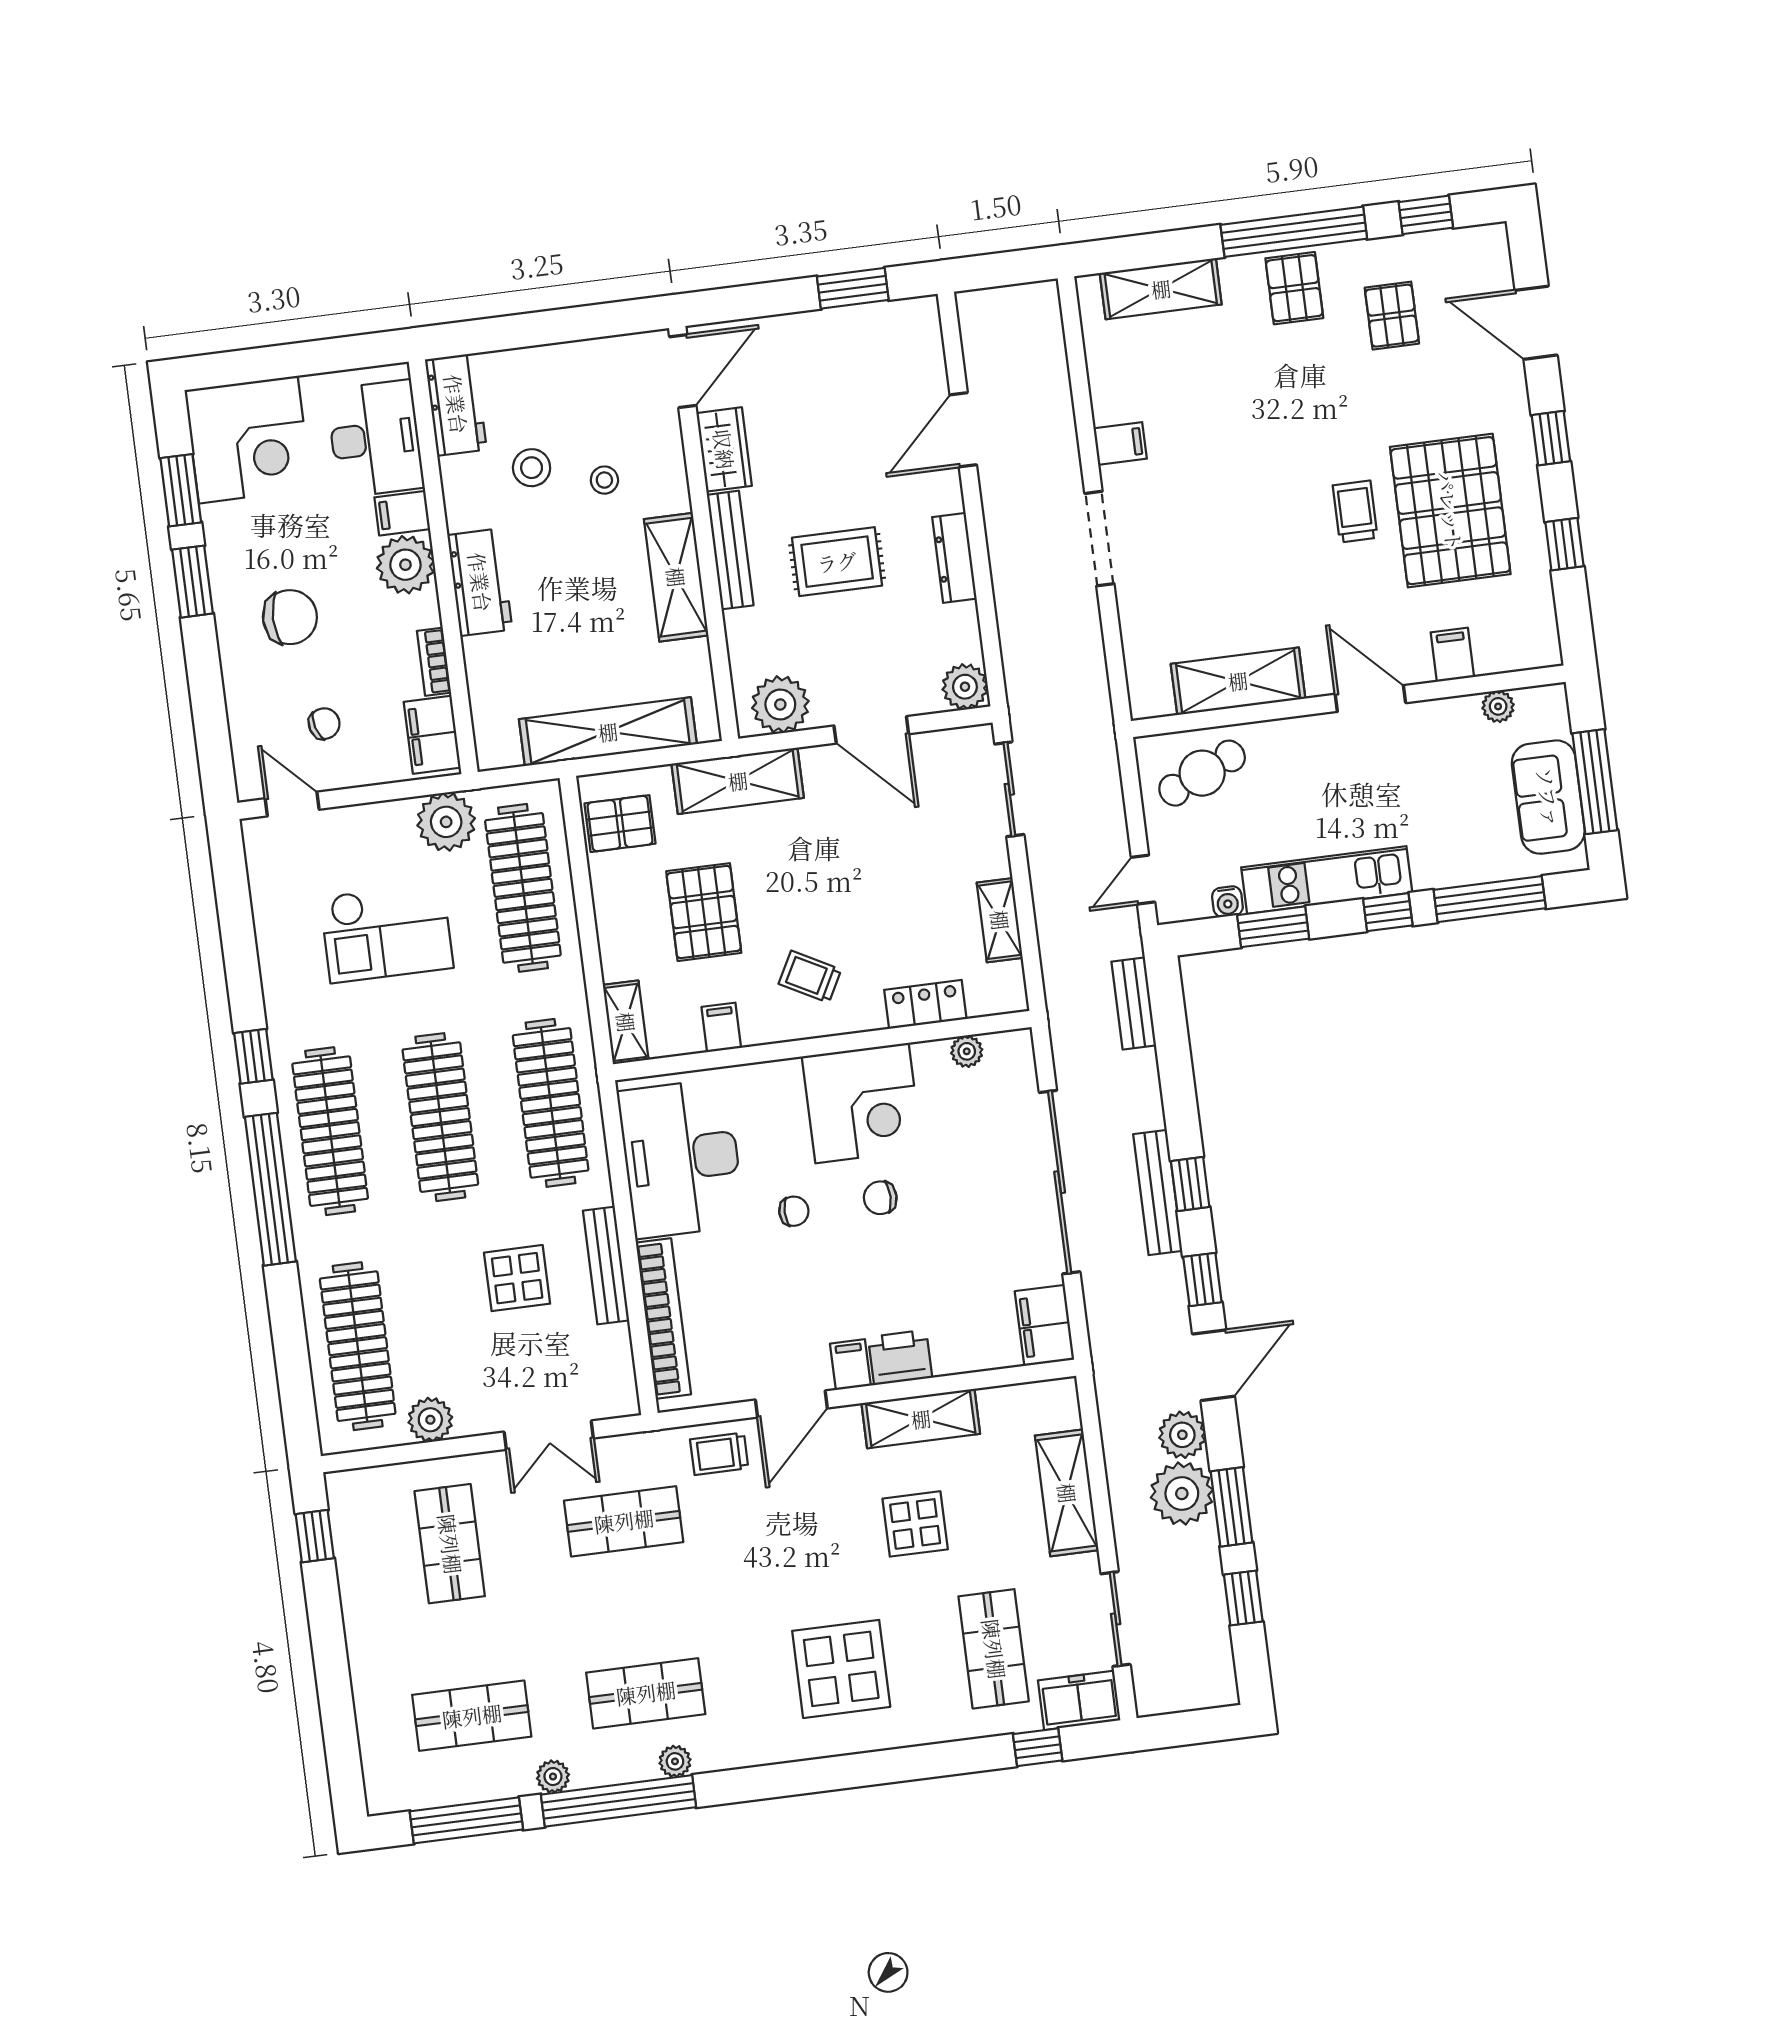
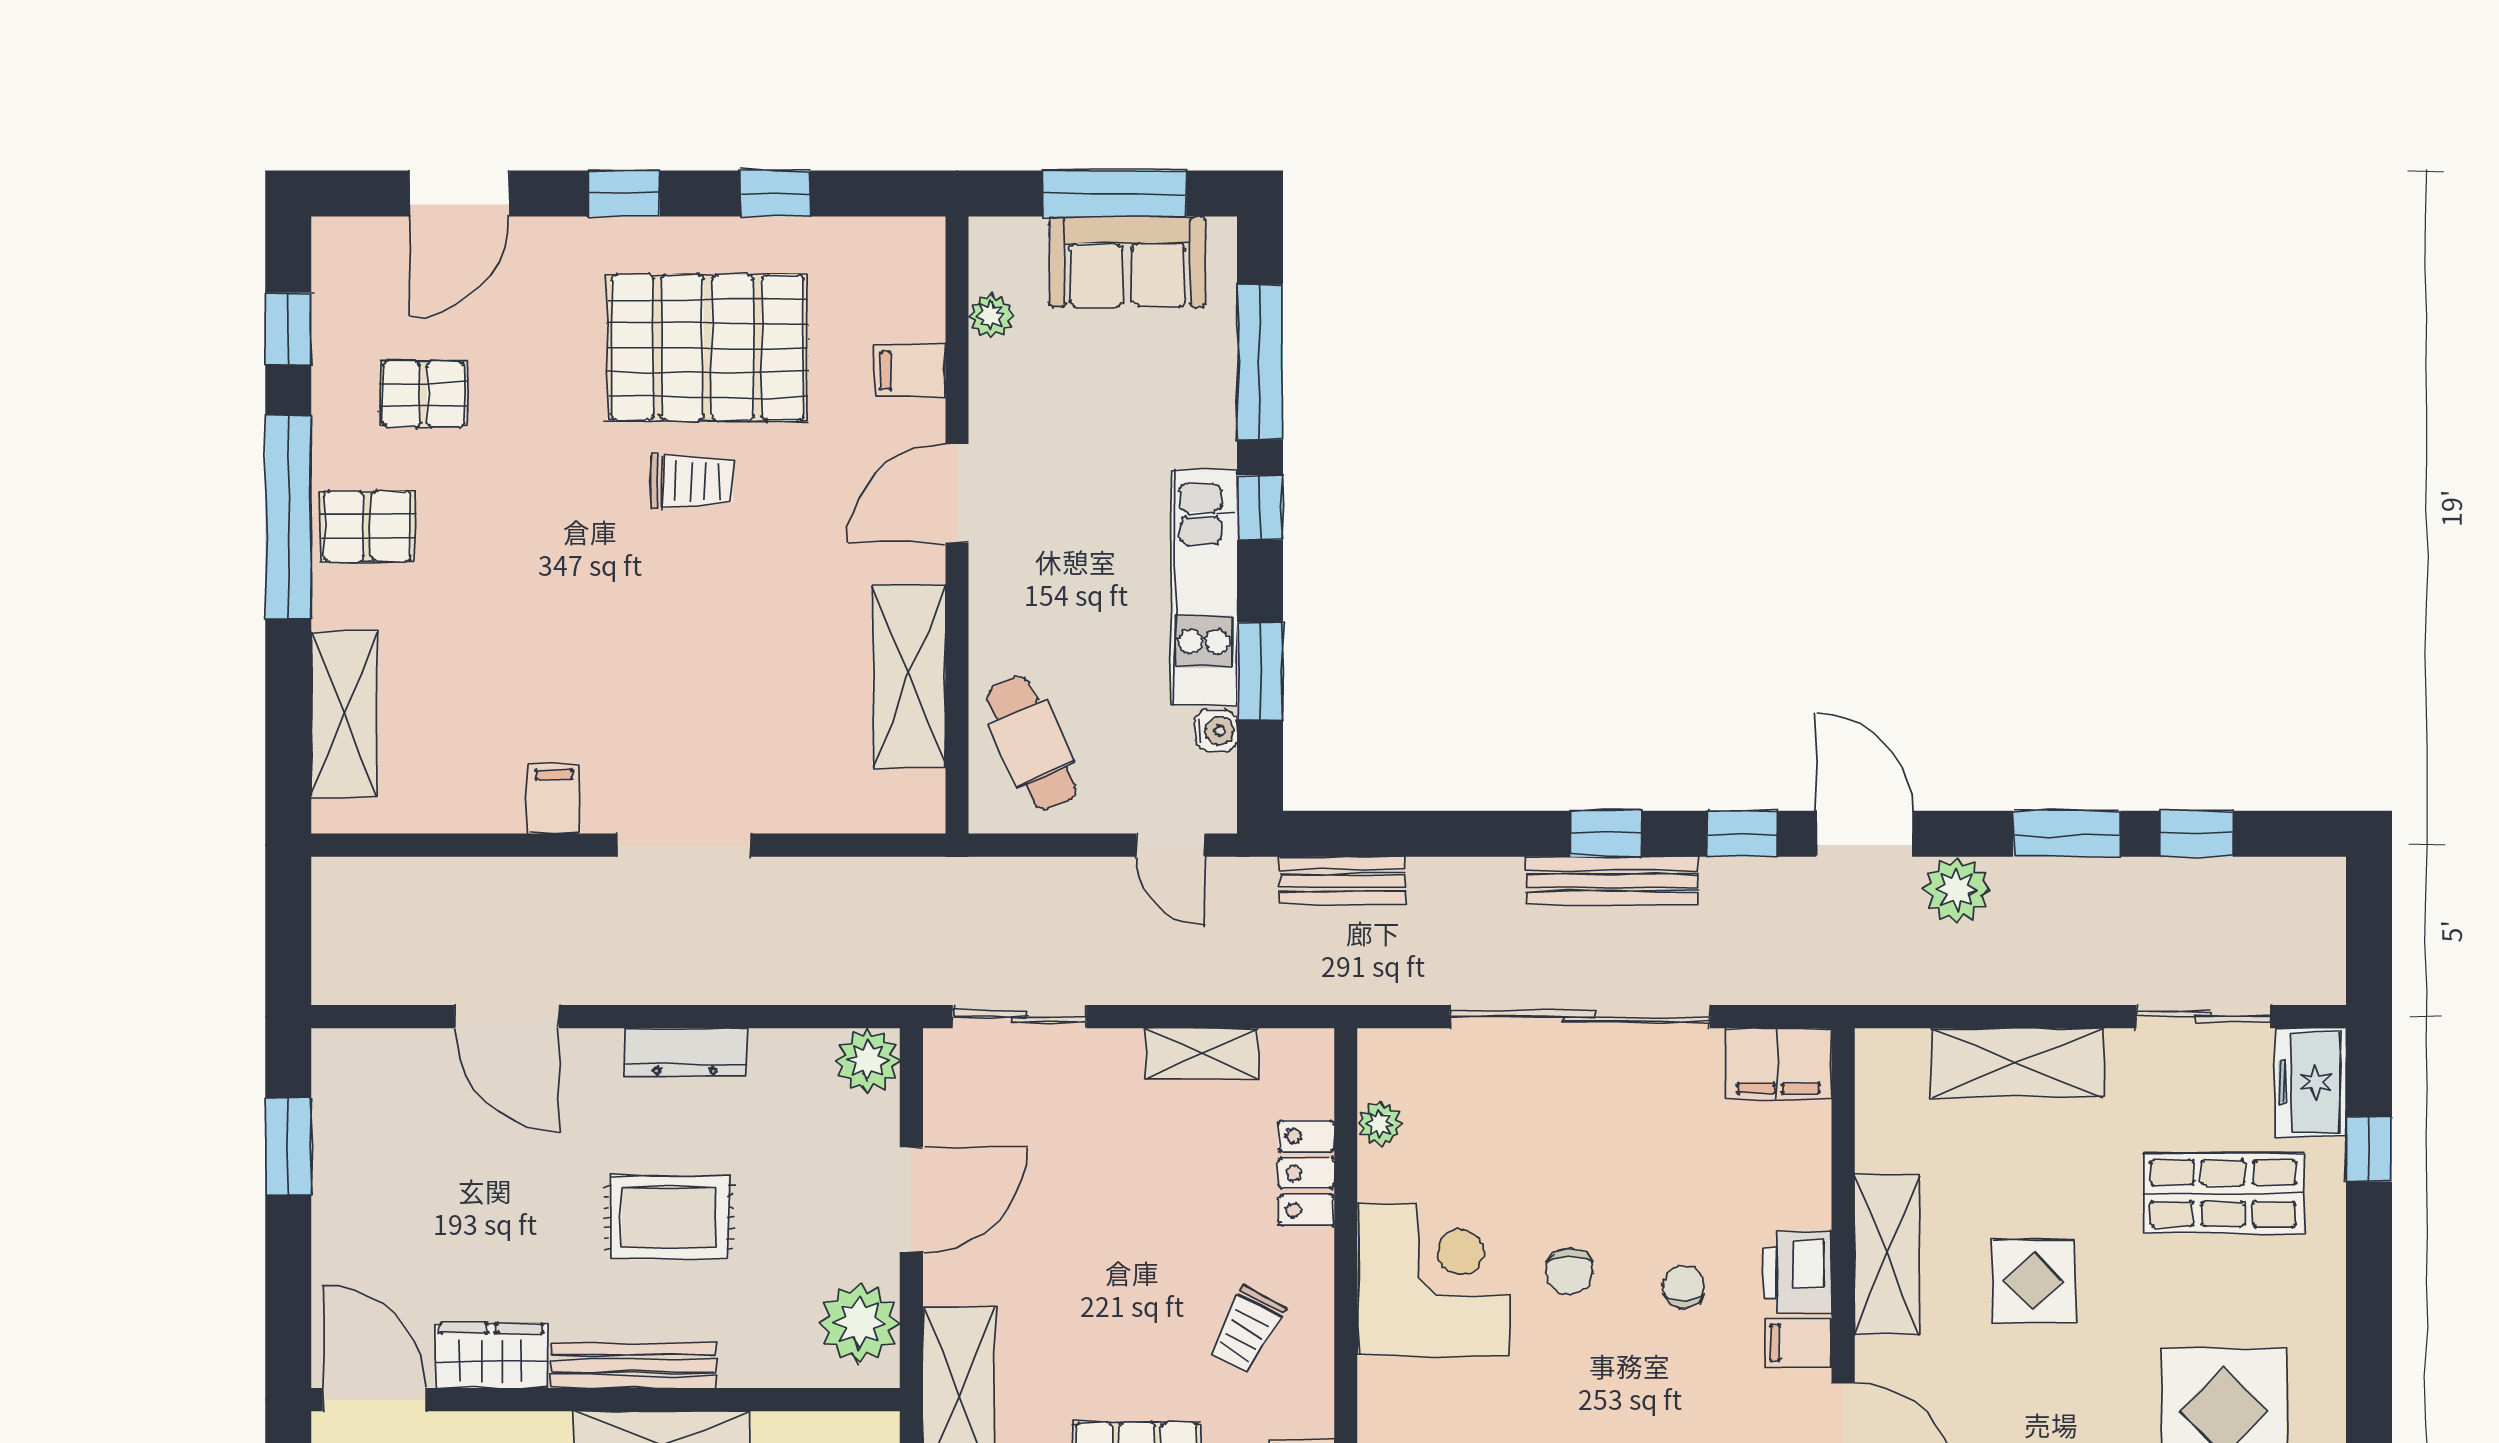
trolley: (1355, 511) -> (692, 481), turned 180
rug: (837, 562) -> (669, 1217), turned 90
chair: (794, 1211) -> (1684, 1287), moved
plant: (1182, 1494) -> (2039, 901), removed

